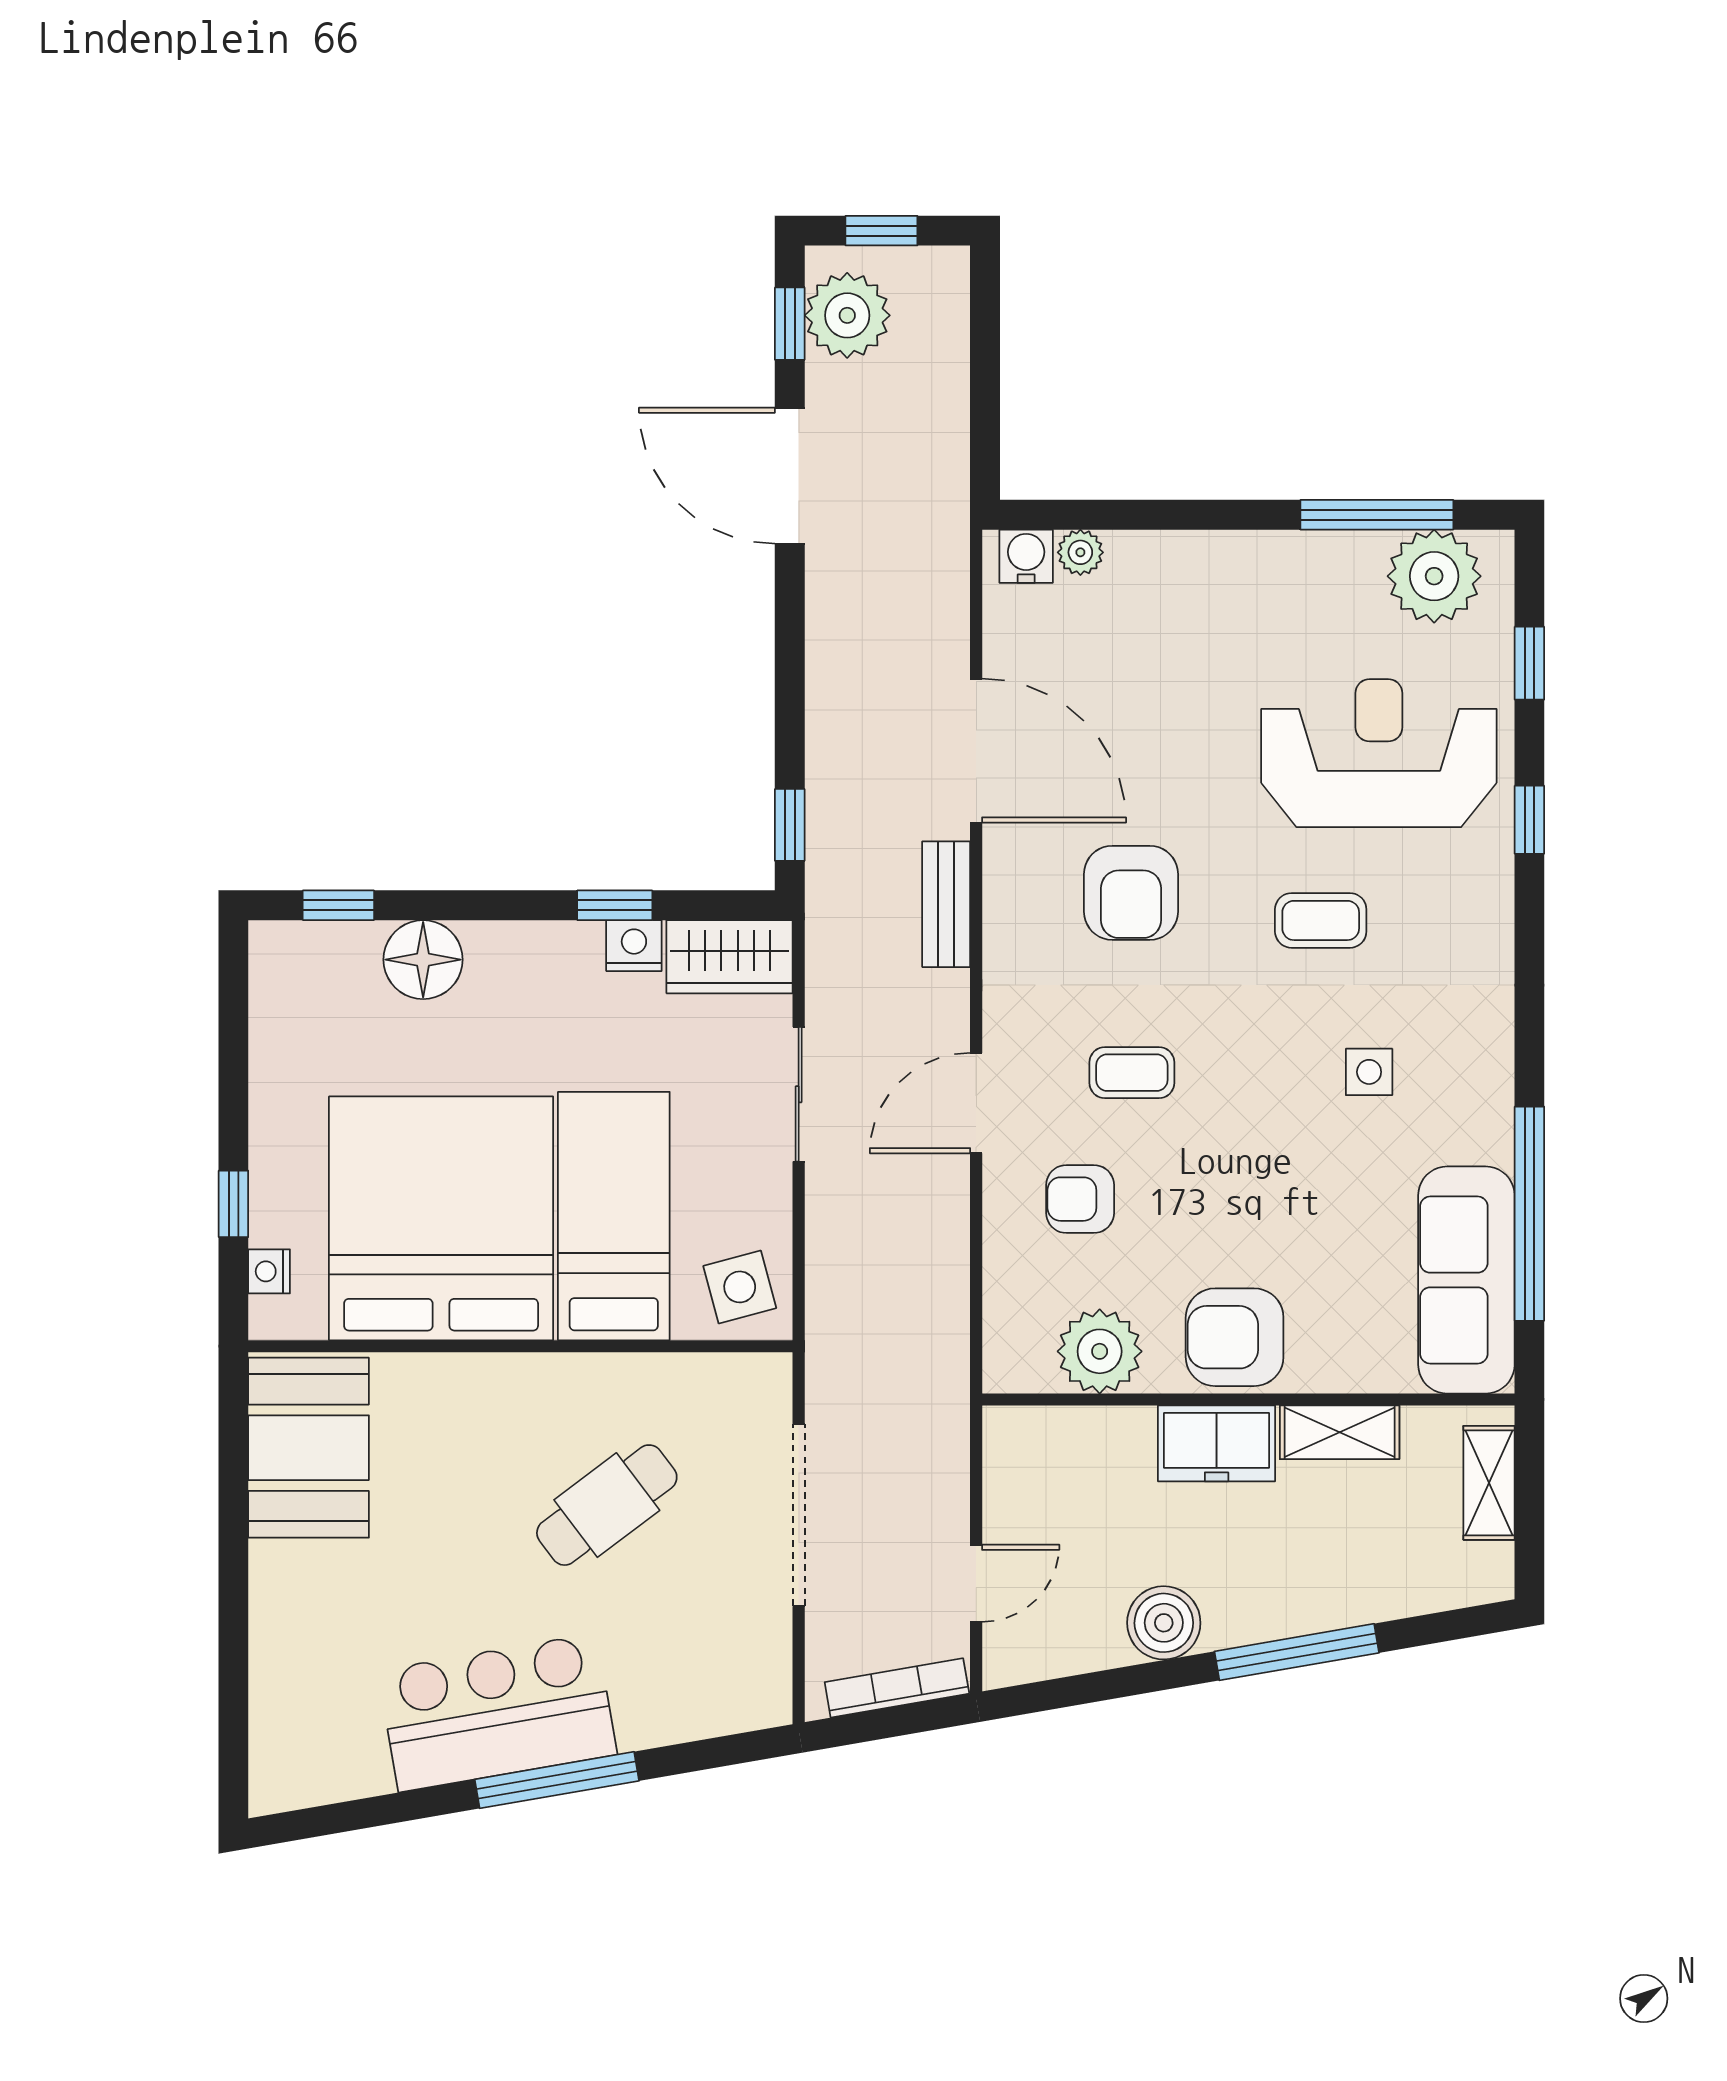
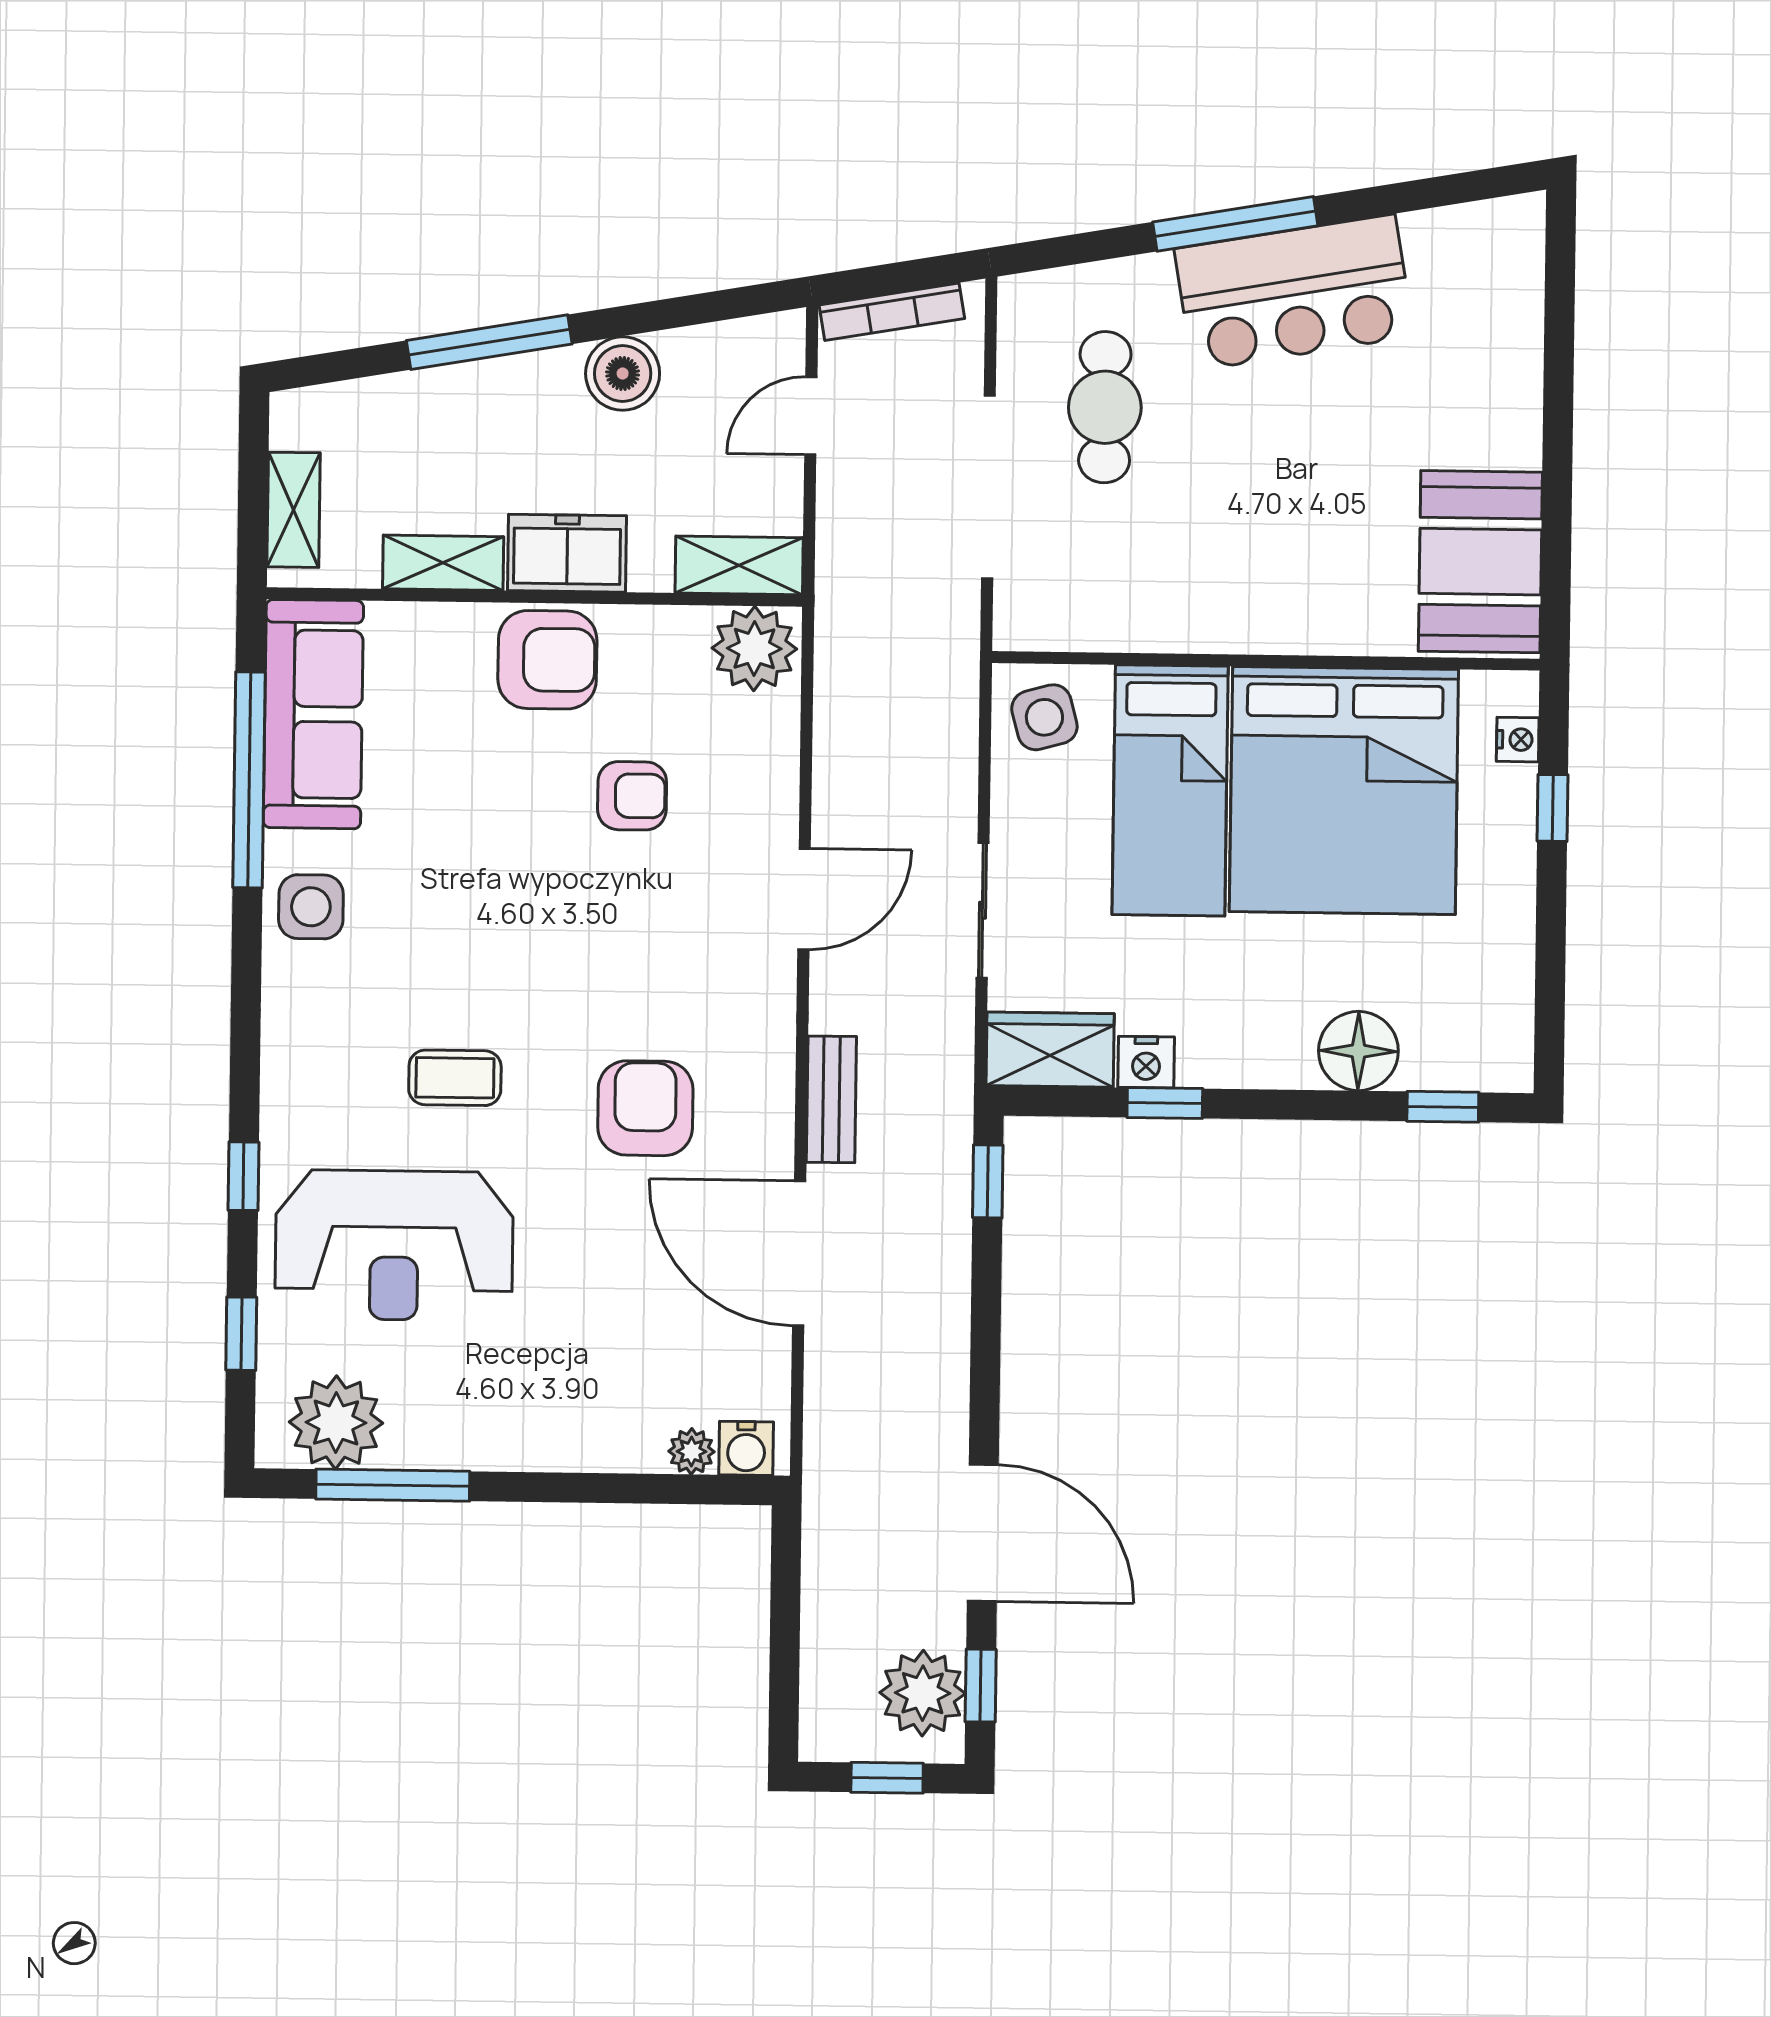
side table: (1369, 1072) -> (311, 907), moved, width x1.37, depth x1.37
coffee table: (1132, 1073) -> (647, 927), removed
armchair: (1080, 1199) -> (632, 796), moved
plant: (1100, 1351) -> (754, 648), moved
shelving: (1045, 1434) -> (739, 565), added
cafe table: (607, 1505) -> (1105, 407), moved, turned -53

